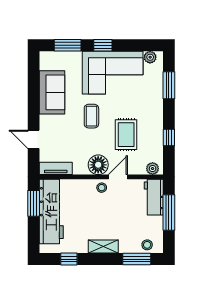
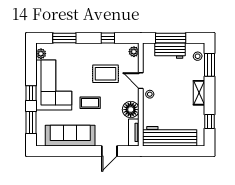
sofa: (52, 92) -> (70, 136), width x1.36
floor lamp: (98, 165) -> (131, 110), moved
workbench: (154, 197) -> (170, 51), moved
window: (34, 203) -> (163, 151), removed

